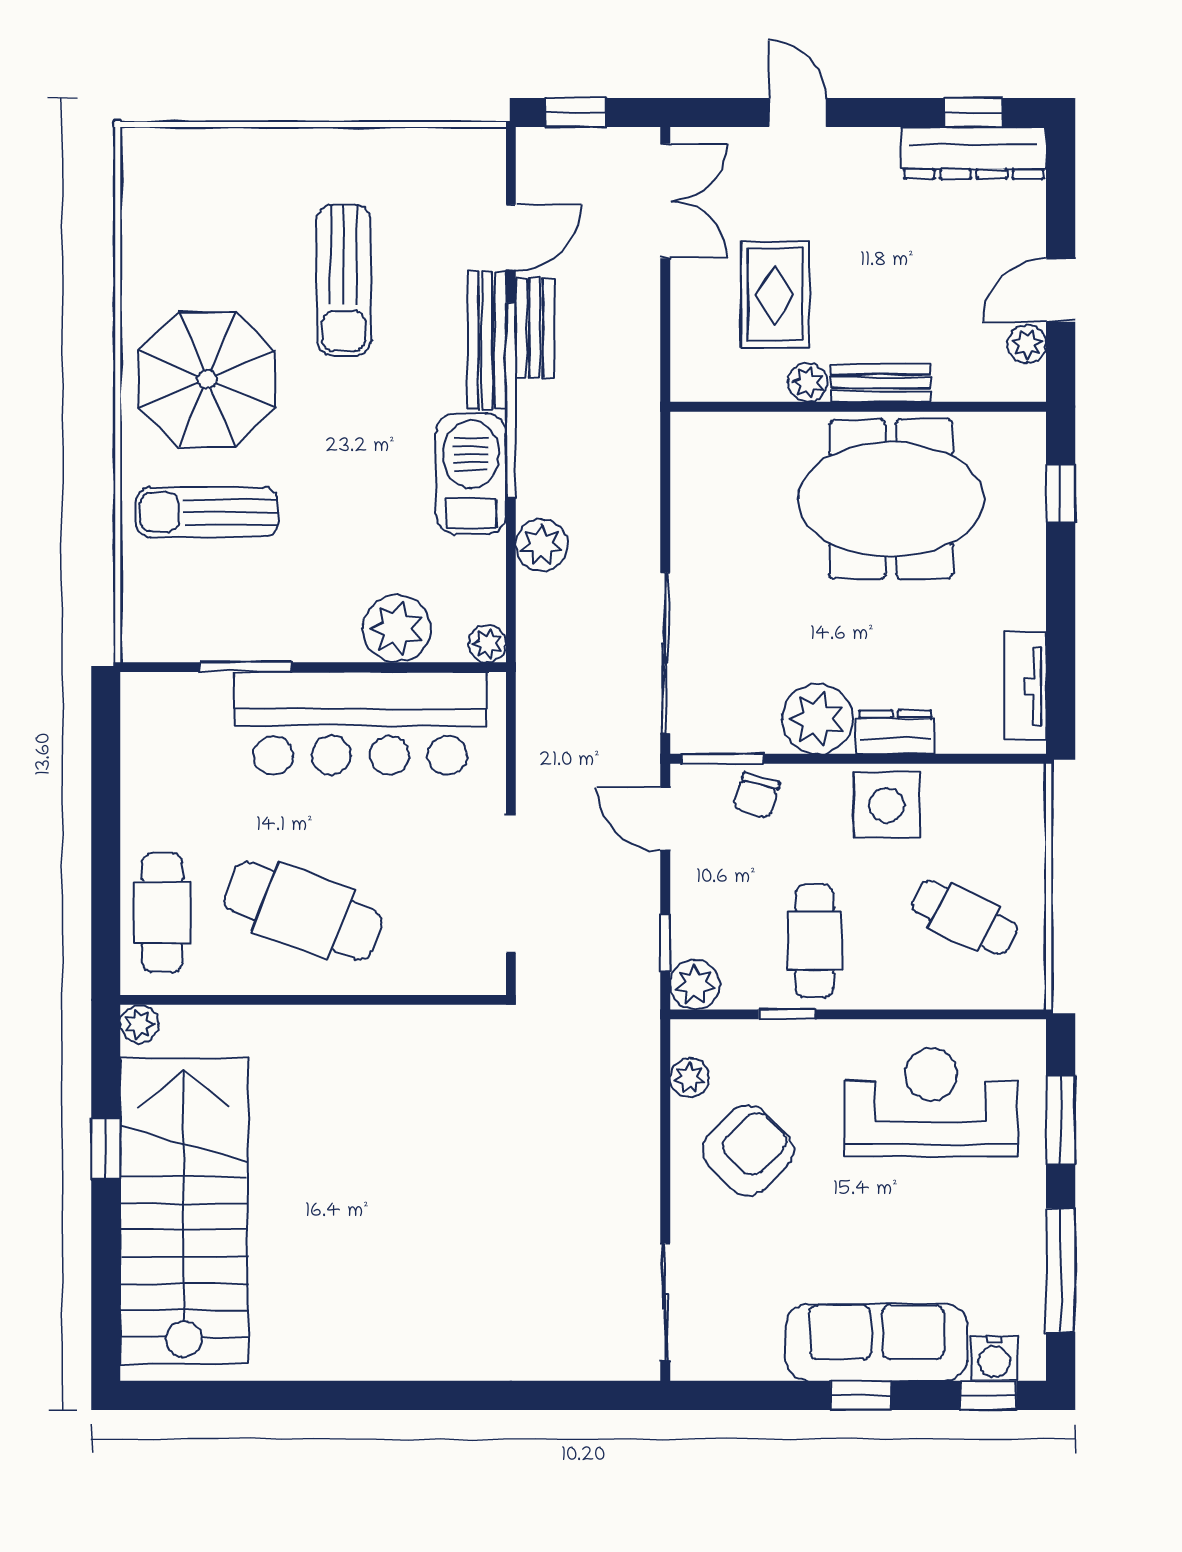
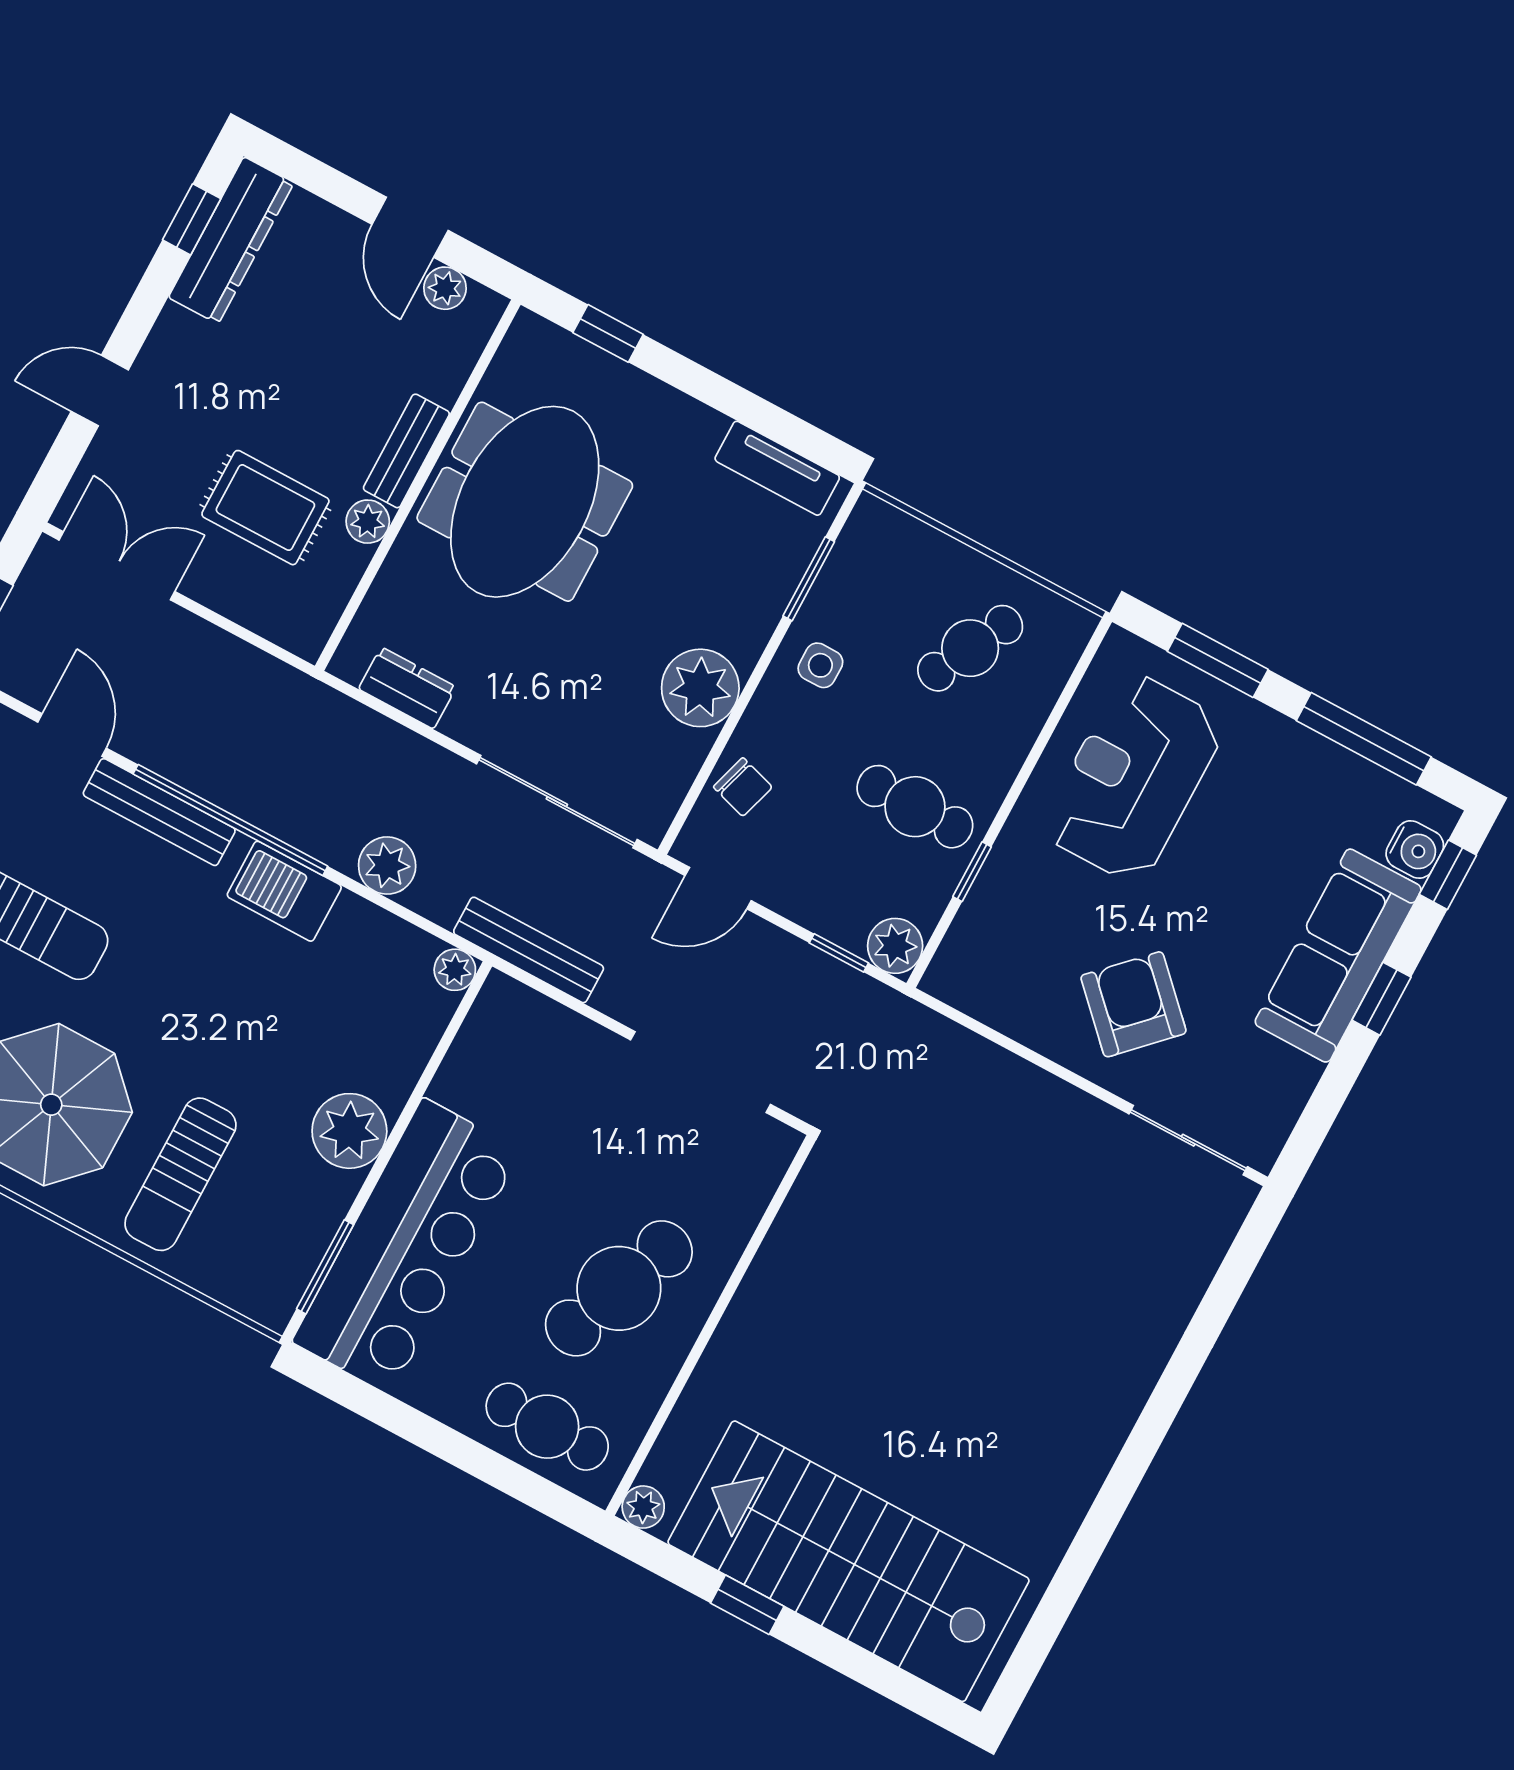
bench: (535, 328) -> (529, 950), moved, width x1.36
barbecue: (471, 474) -> (284, 891), width x0.73, depth x0.83
plant: (397, 628) -> (349, 1131), moved
window: (246, 667) -> (325, 1267), moved
bar counter: (360, 723) -> (407, 1246), moved
dresser: (895, 732) -> (407, 688), moved, turned 90
window: (722, 759) -> (809, 579), moved
side table: (887, 805) -> (820, 665), width x0.54, depth x0.54
plant: (689, 1078) -> (983, 1000), removed
armchair: (748, 1151) -> (1133, 1004), moved

